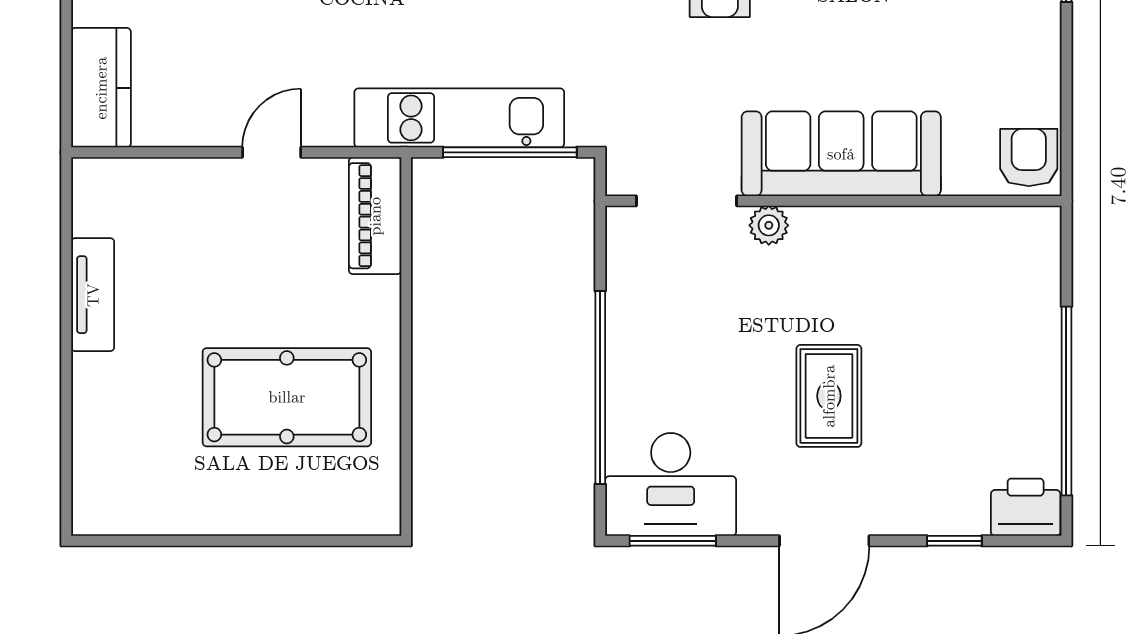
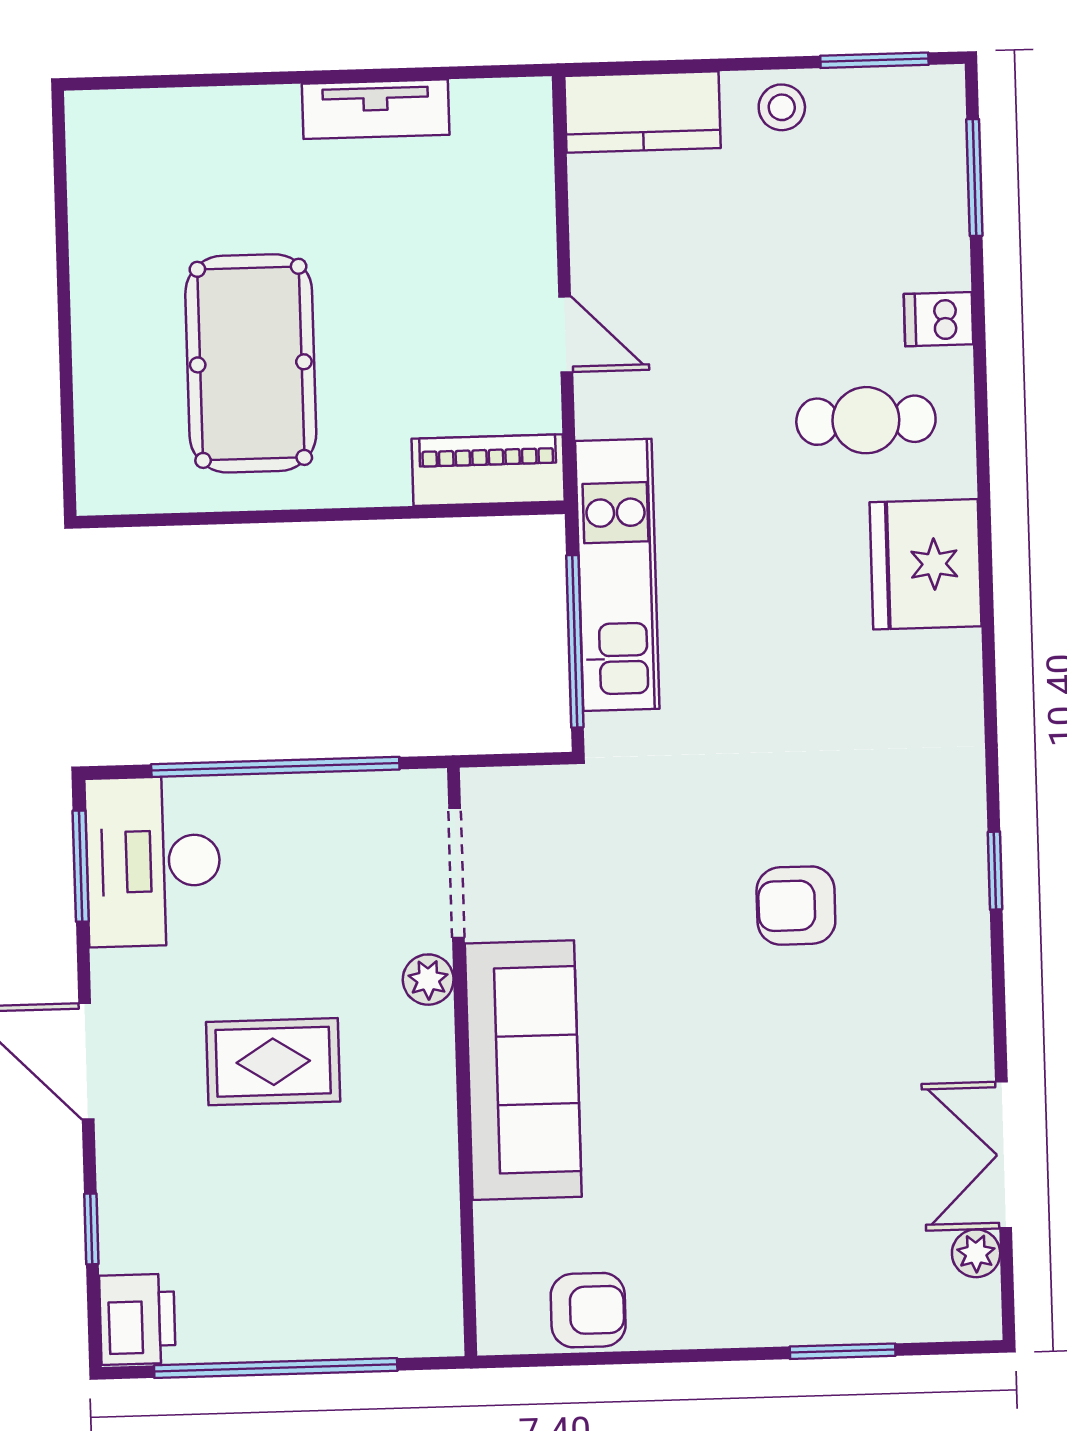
sofa: (841, 154) -> (523, 1070), moved
doorway: (687, 201) -> (457, 873), moved
wall: (833, 201) -> (462, 1062), moved
plant: (769, 225) -> (428, 980), moved

